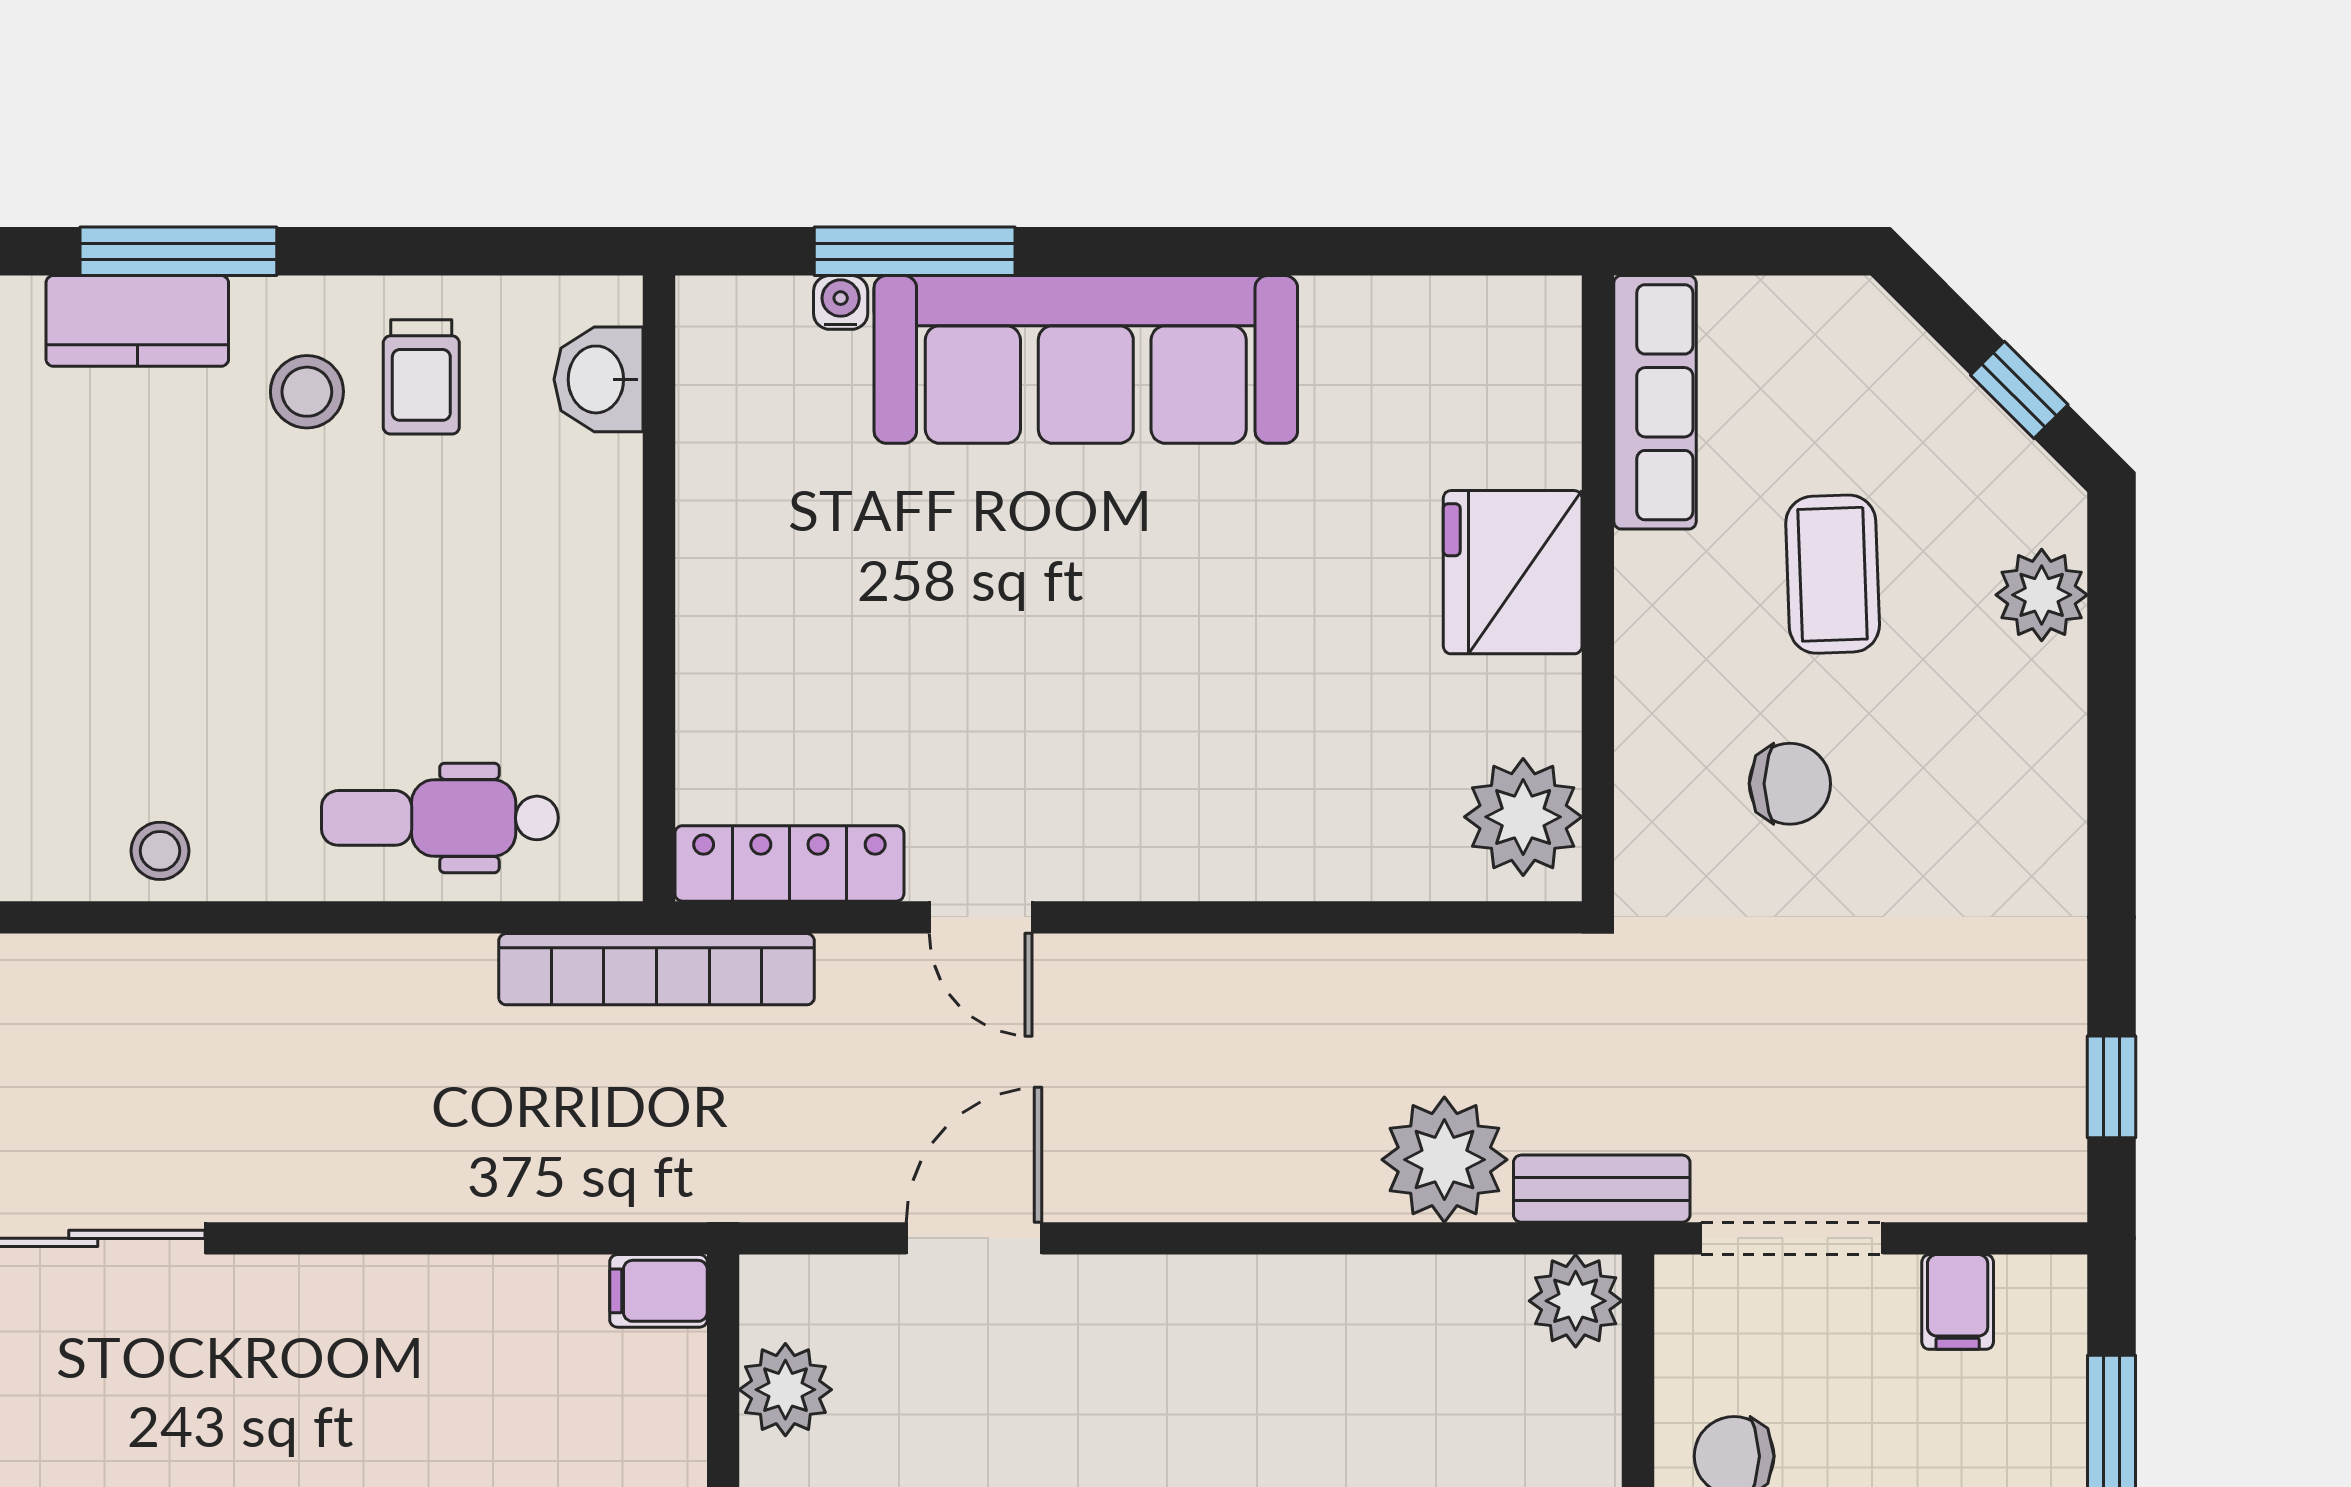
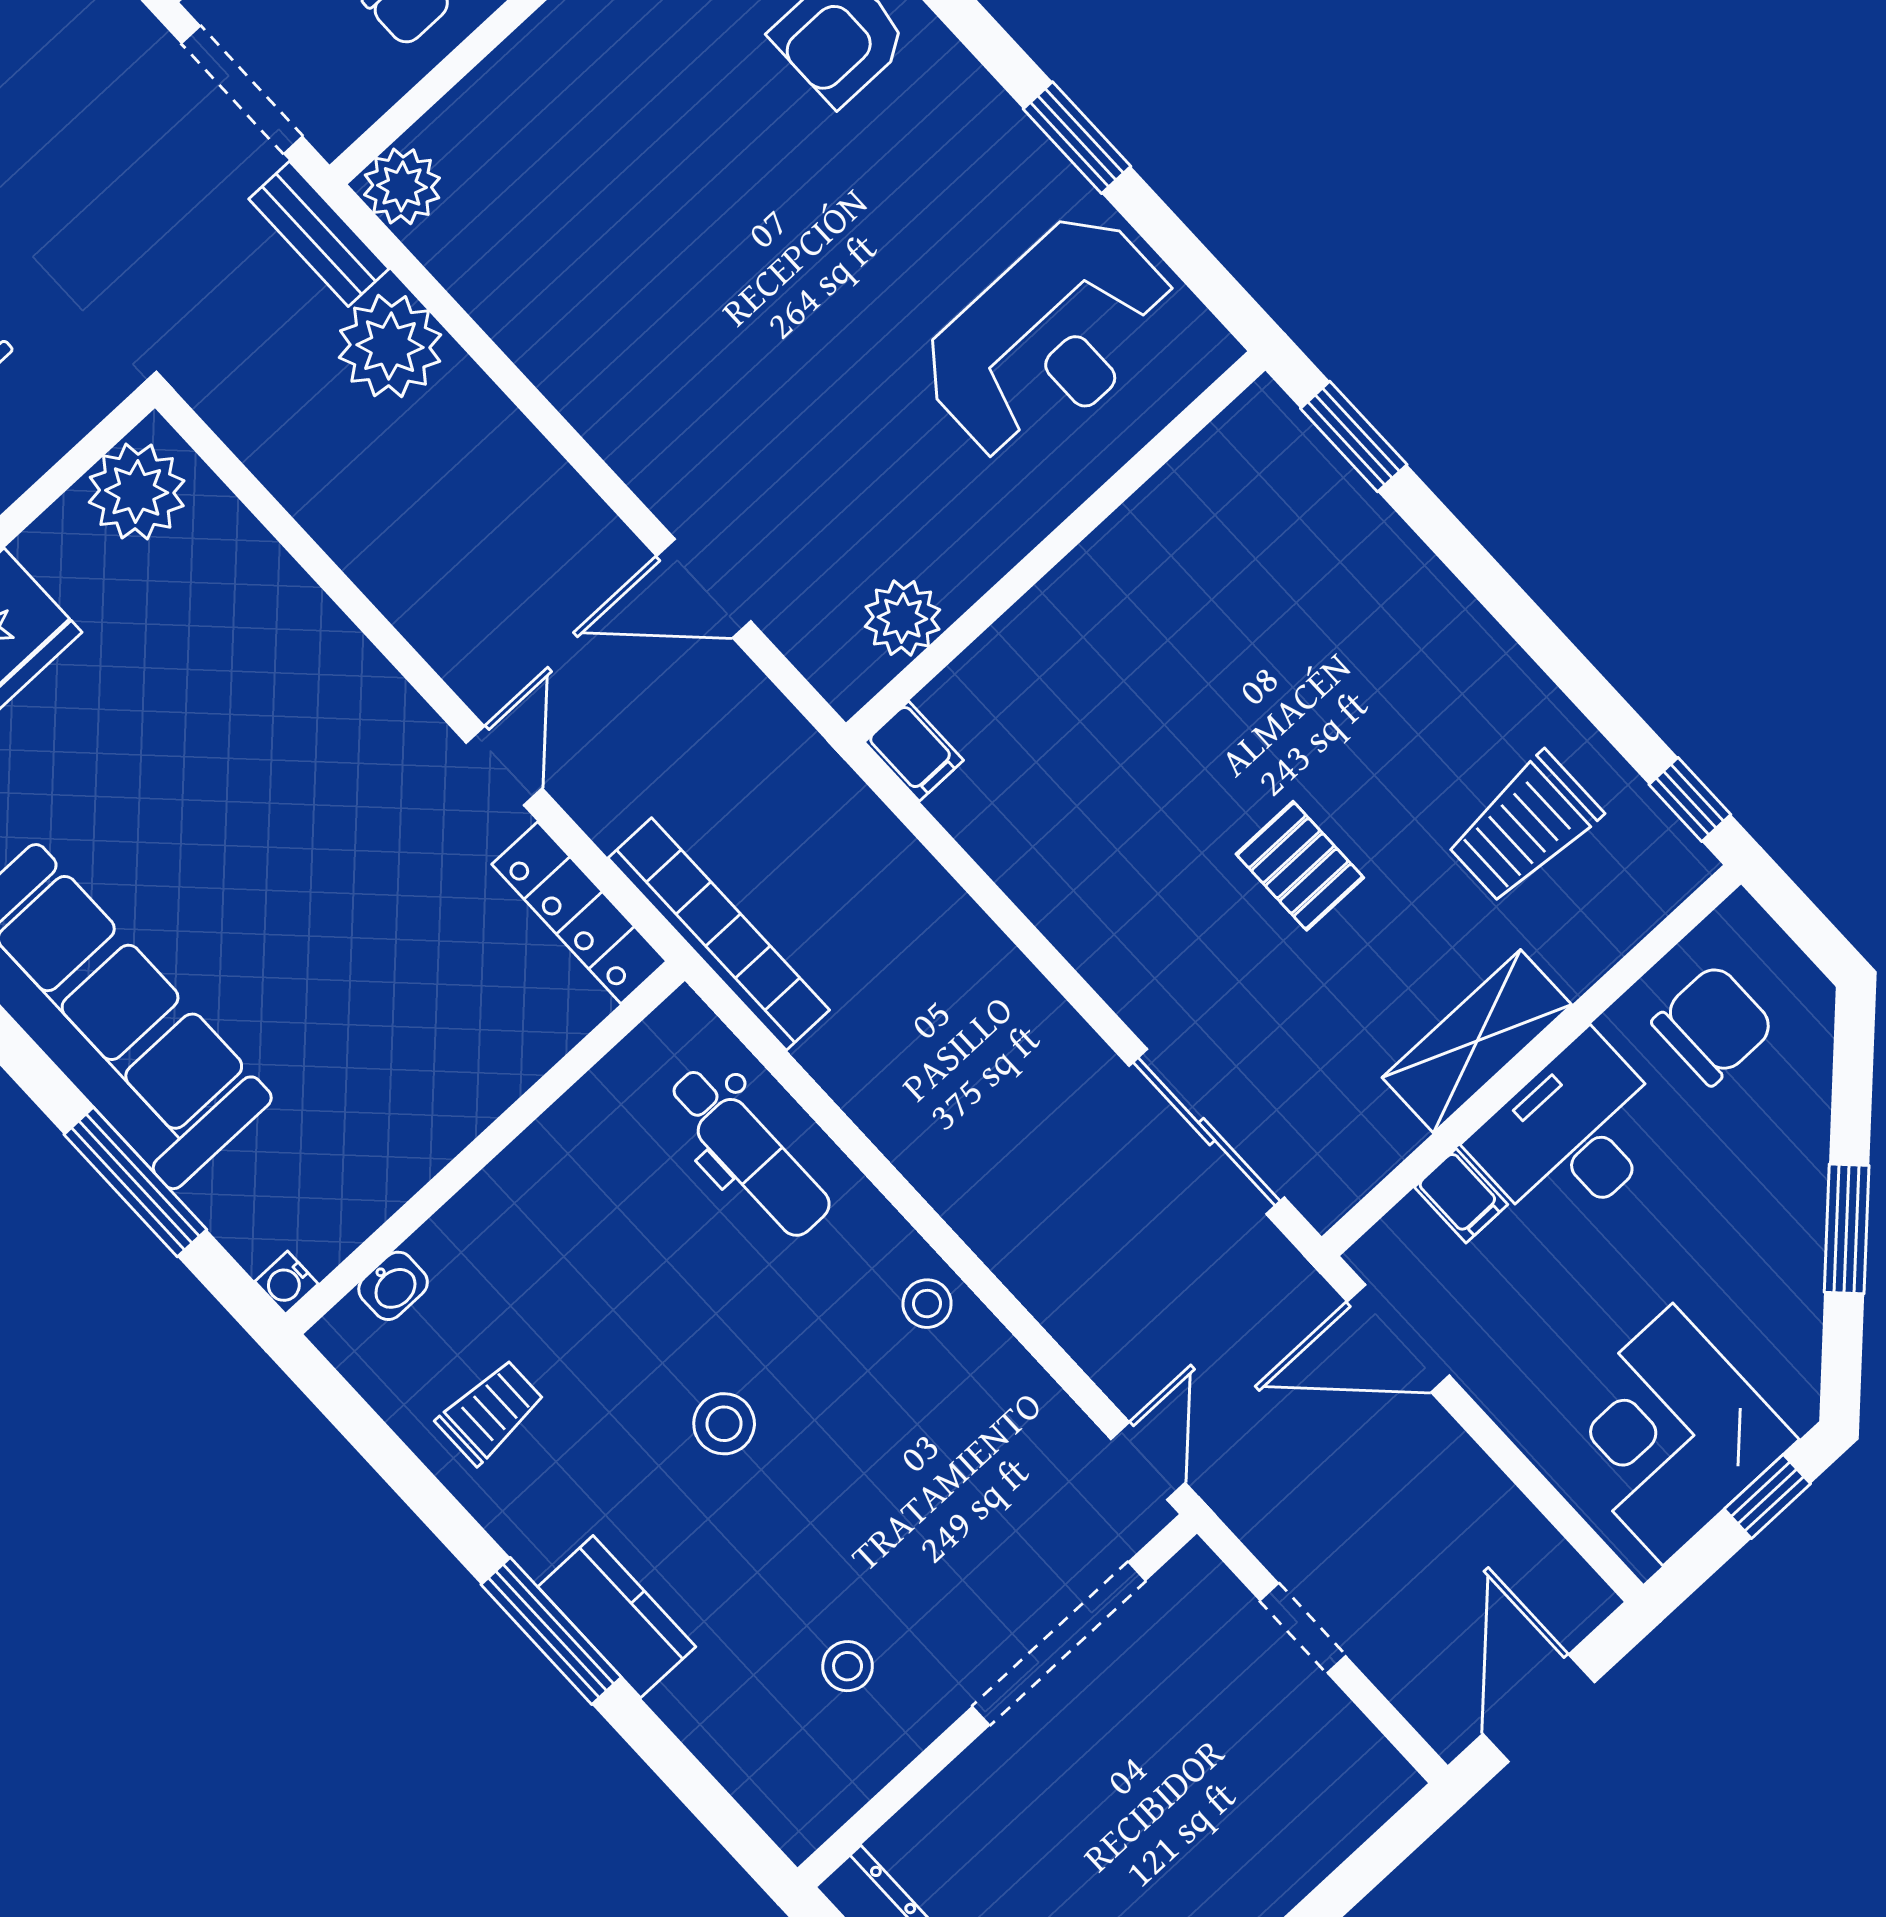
water cooler: (841, 302) -> (287, 1283), moved
washbasin: (599, 379) -> (393, 1286), width x0.72, depth x0.69
stool: (307, 392) -> (724, 1424), moved

